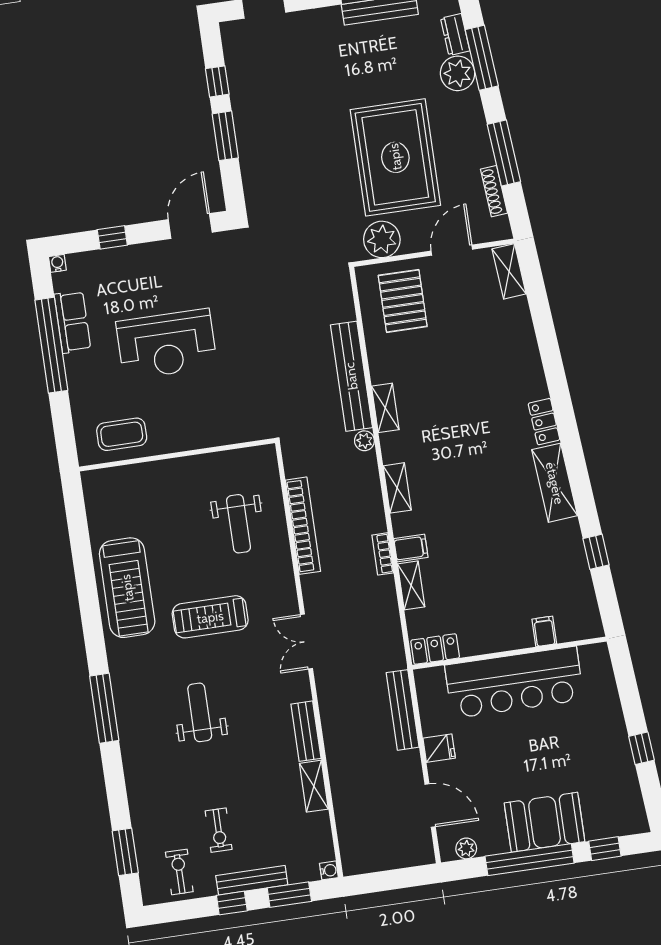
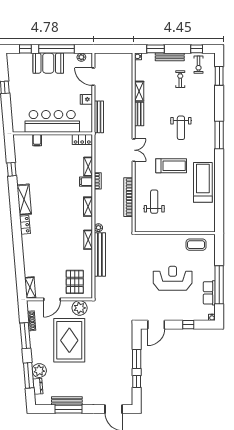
window: (232, 903) -> (197, 49), moved

